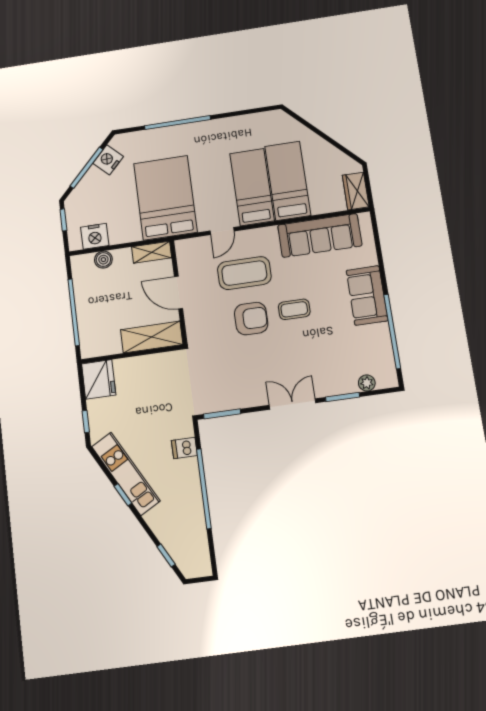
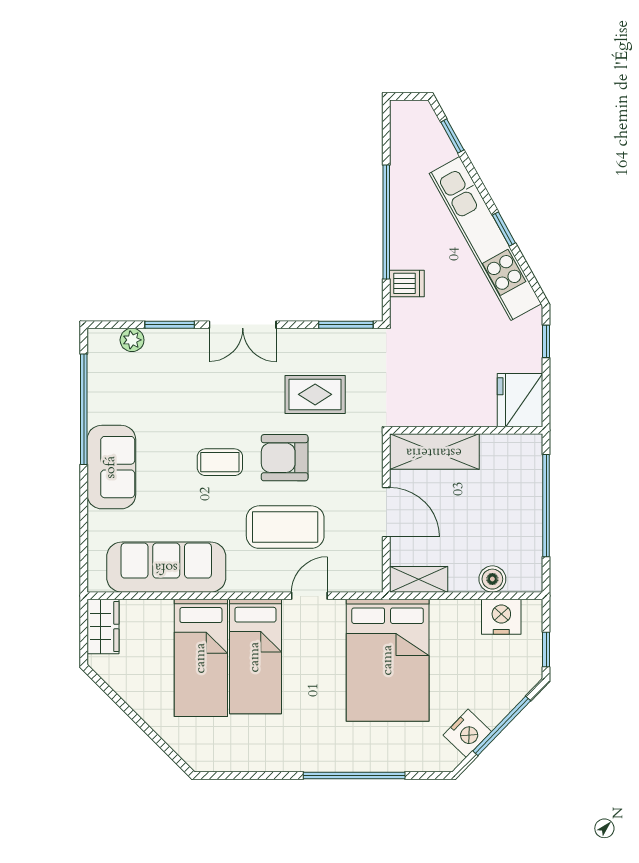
rug: (237, 364) -> (315, 394), added
kitchen unit: (126, 474) -> (485, 239), width x1.36

